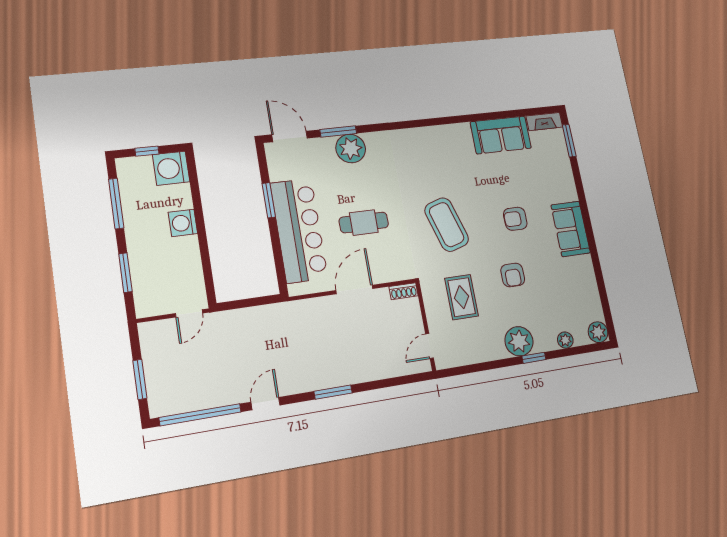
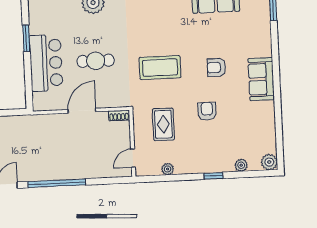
coffee table: (447, 225) -> (160, 68), turned -73
bar counter: (299, 230) -> (46, 63), width x0.73
armchair: (513, 275) -> (207, 111), turned 180
plant: (519, 341) -> (168, 169), moved, width x0.53, depth x0.53
window: (333, 392) -> (57, 183), width x2.11

